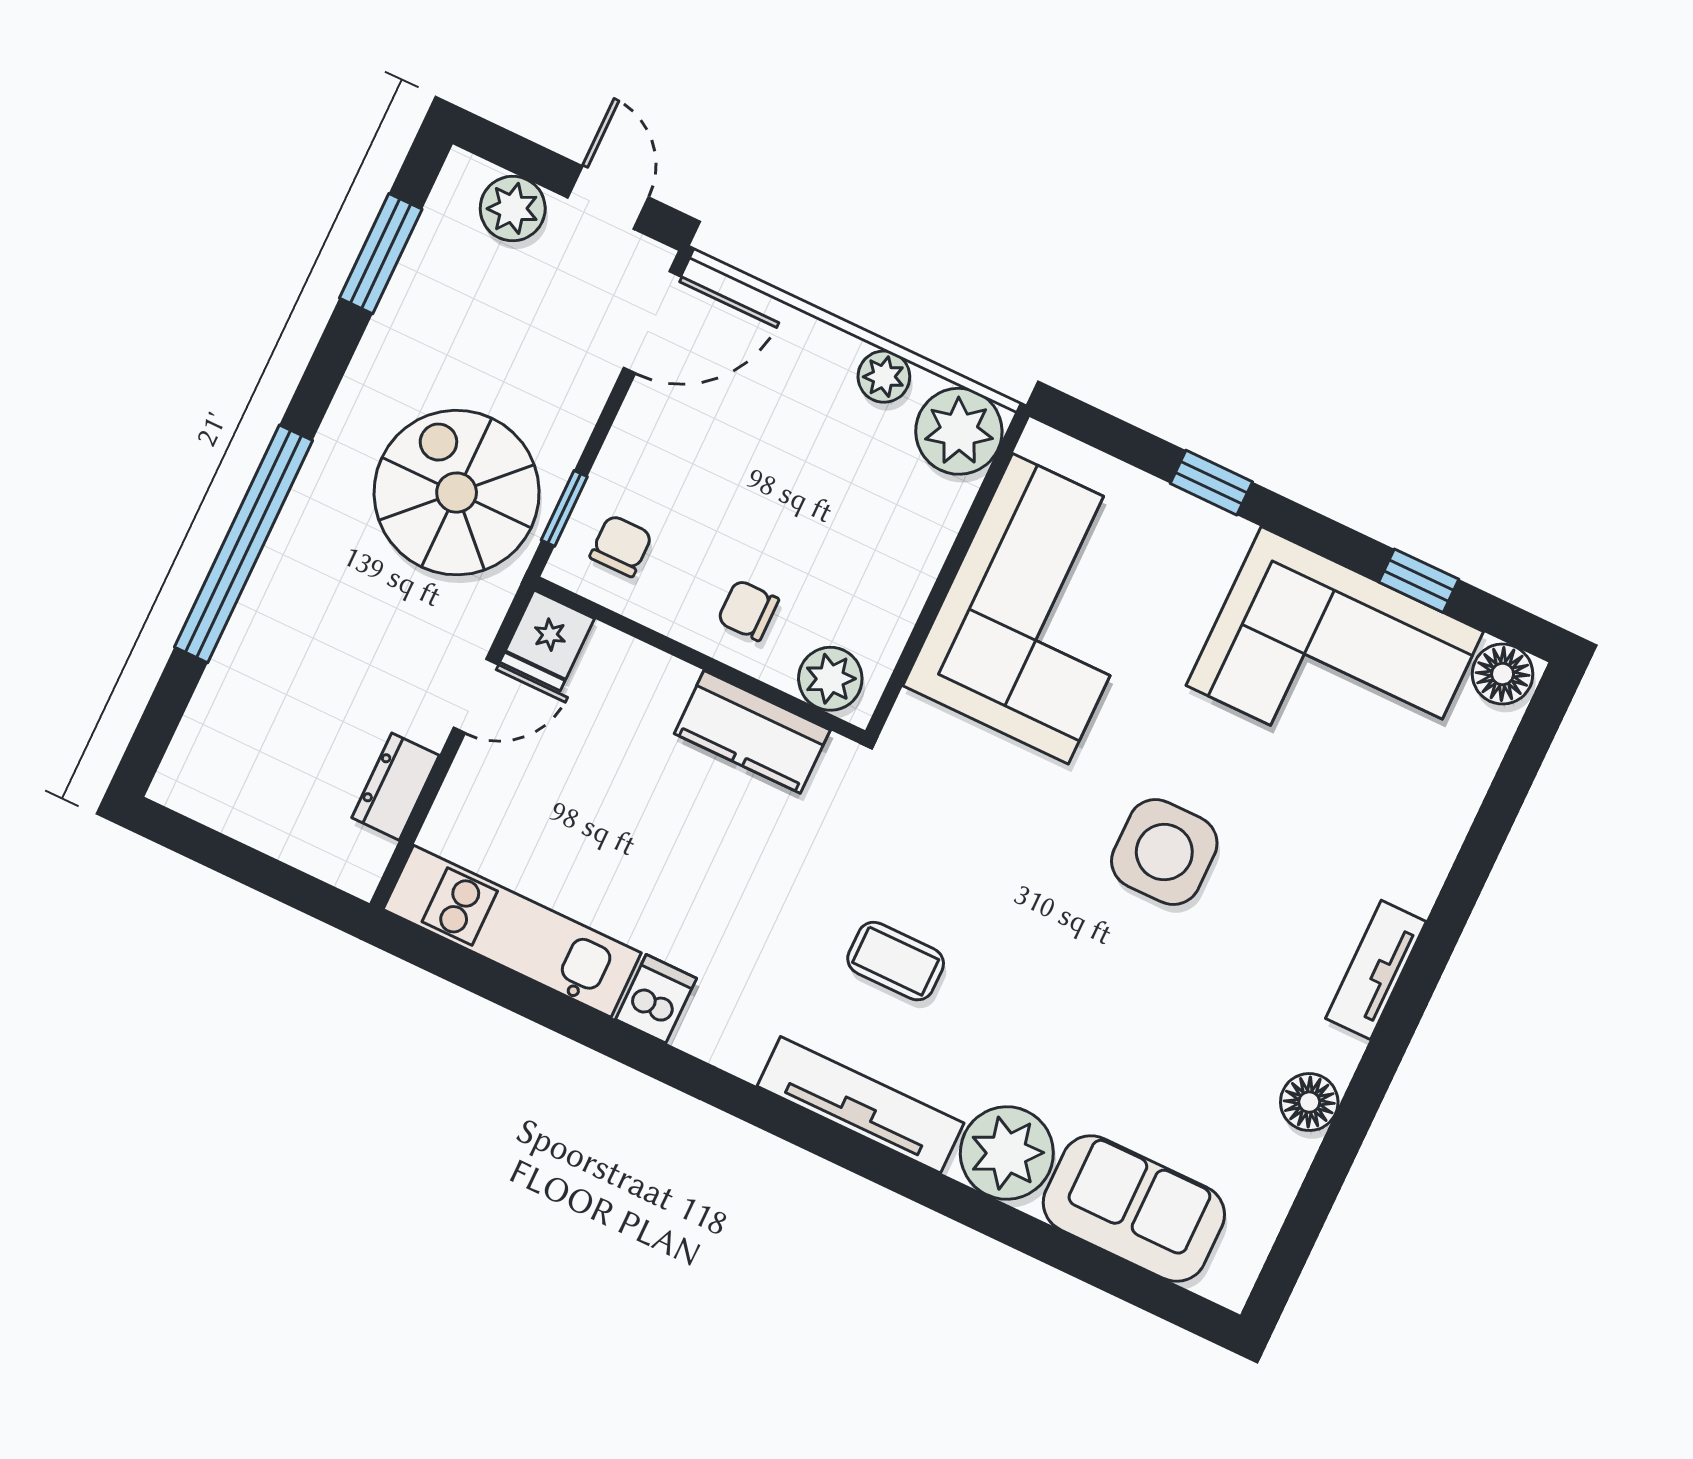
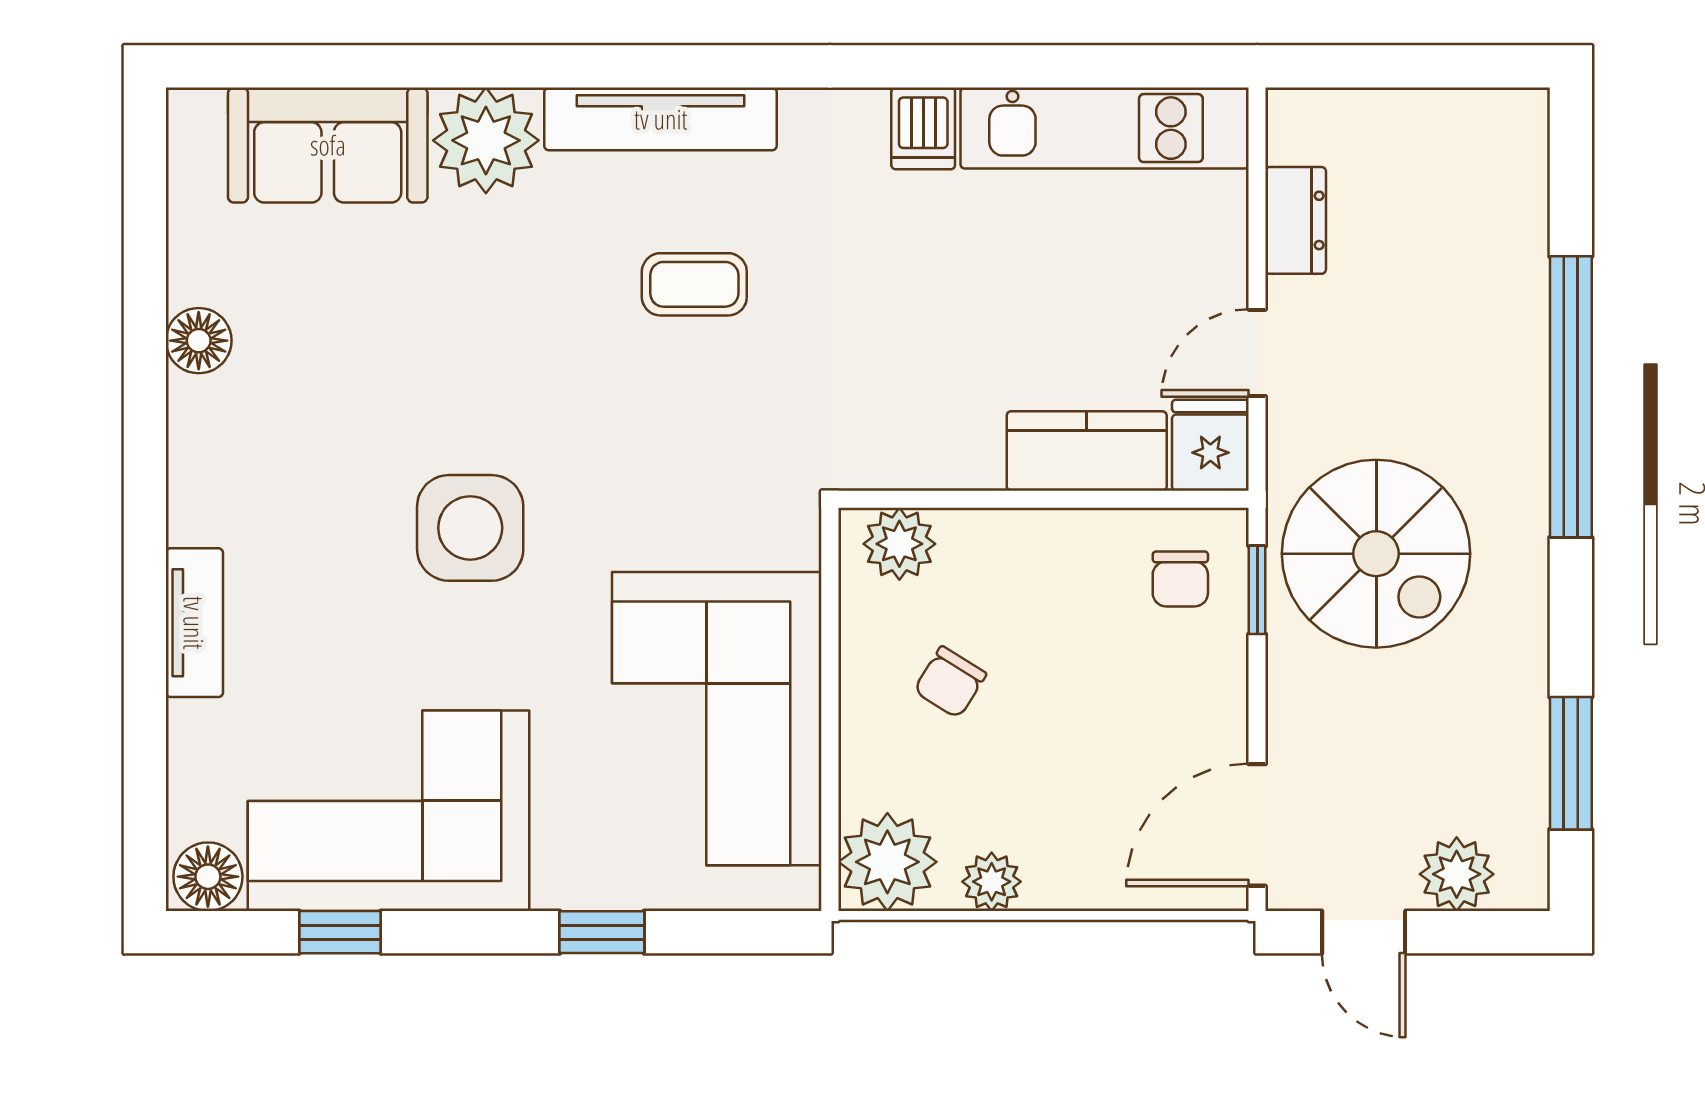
chair: (748, 610) -> (950, 682), moved, turned 122
kitchen counter: (752, 732) -> (1087, 451), moved
tv unit: (1376, 970) -> (194, 623), moved

